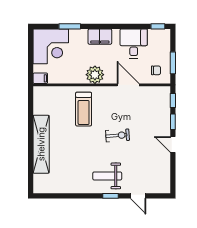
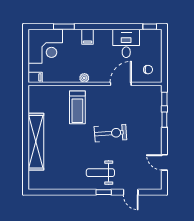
filing cabinet: (100, 37) -> (88, 37), width x0.50
window: (173, 63) -> (164, 62), removed
plant: (95, 75) -> (84, 78), width x0.53, depth x0.53
door: (128, 85) -> (121, 84), hinge flipped
exercise bike: (117, 135) -> (110, 133), width x1.38, depth x1.39
door: (173, 144) -> (164, 162), moved

